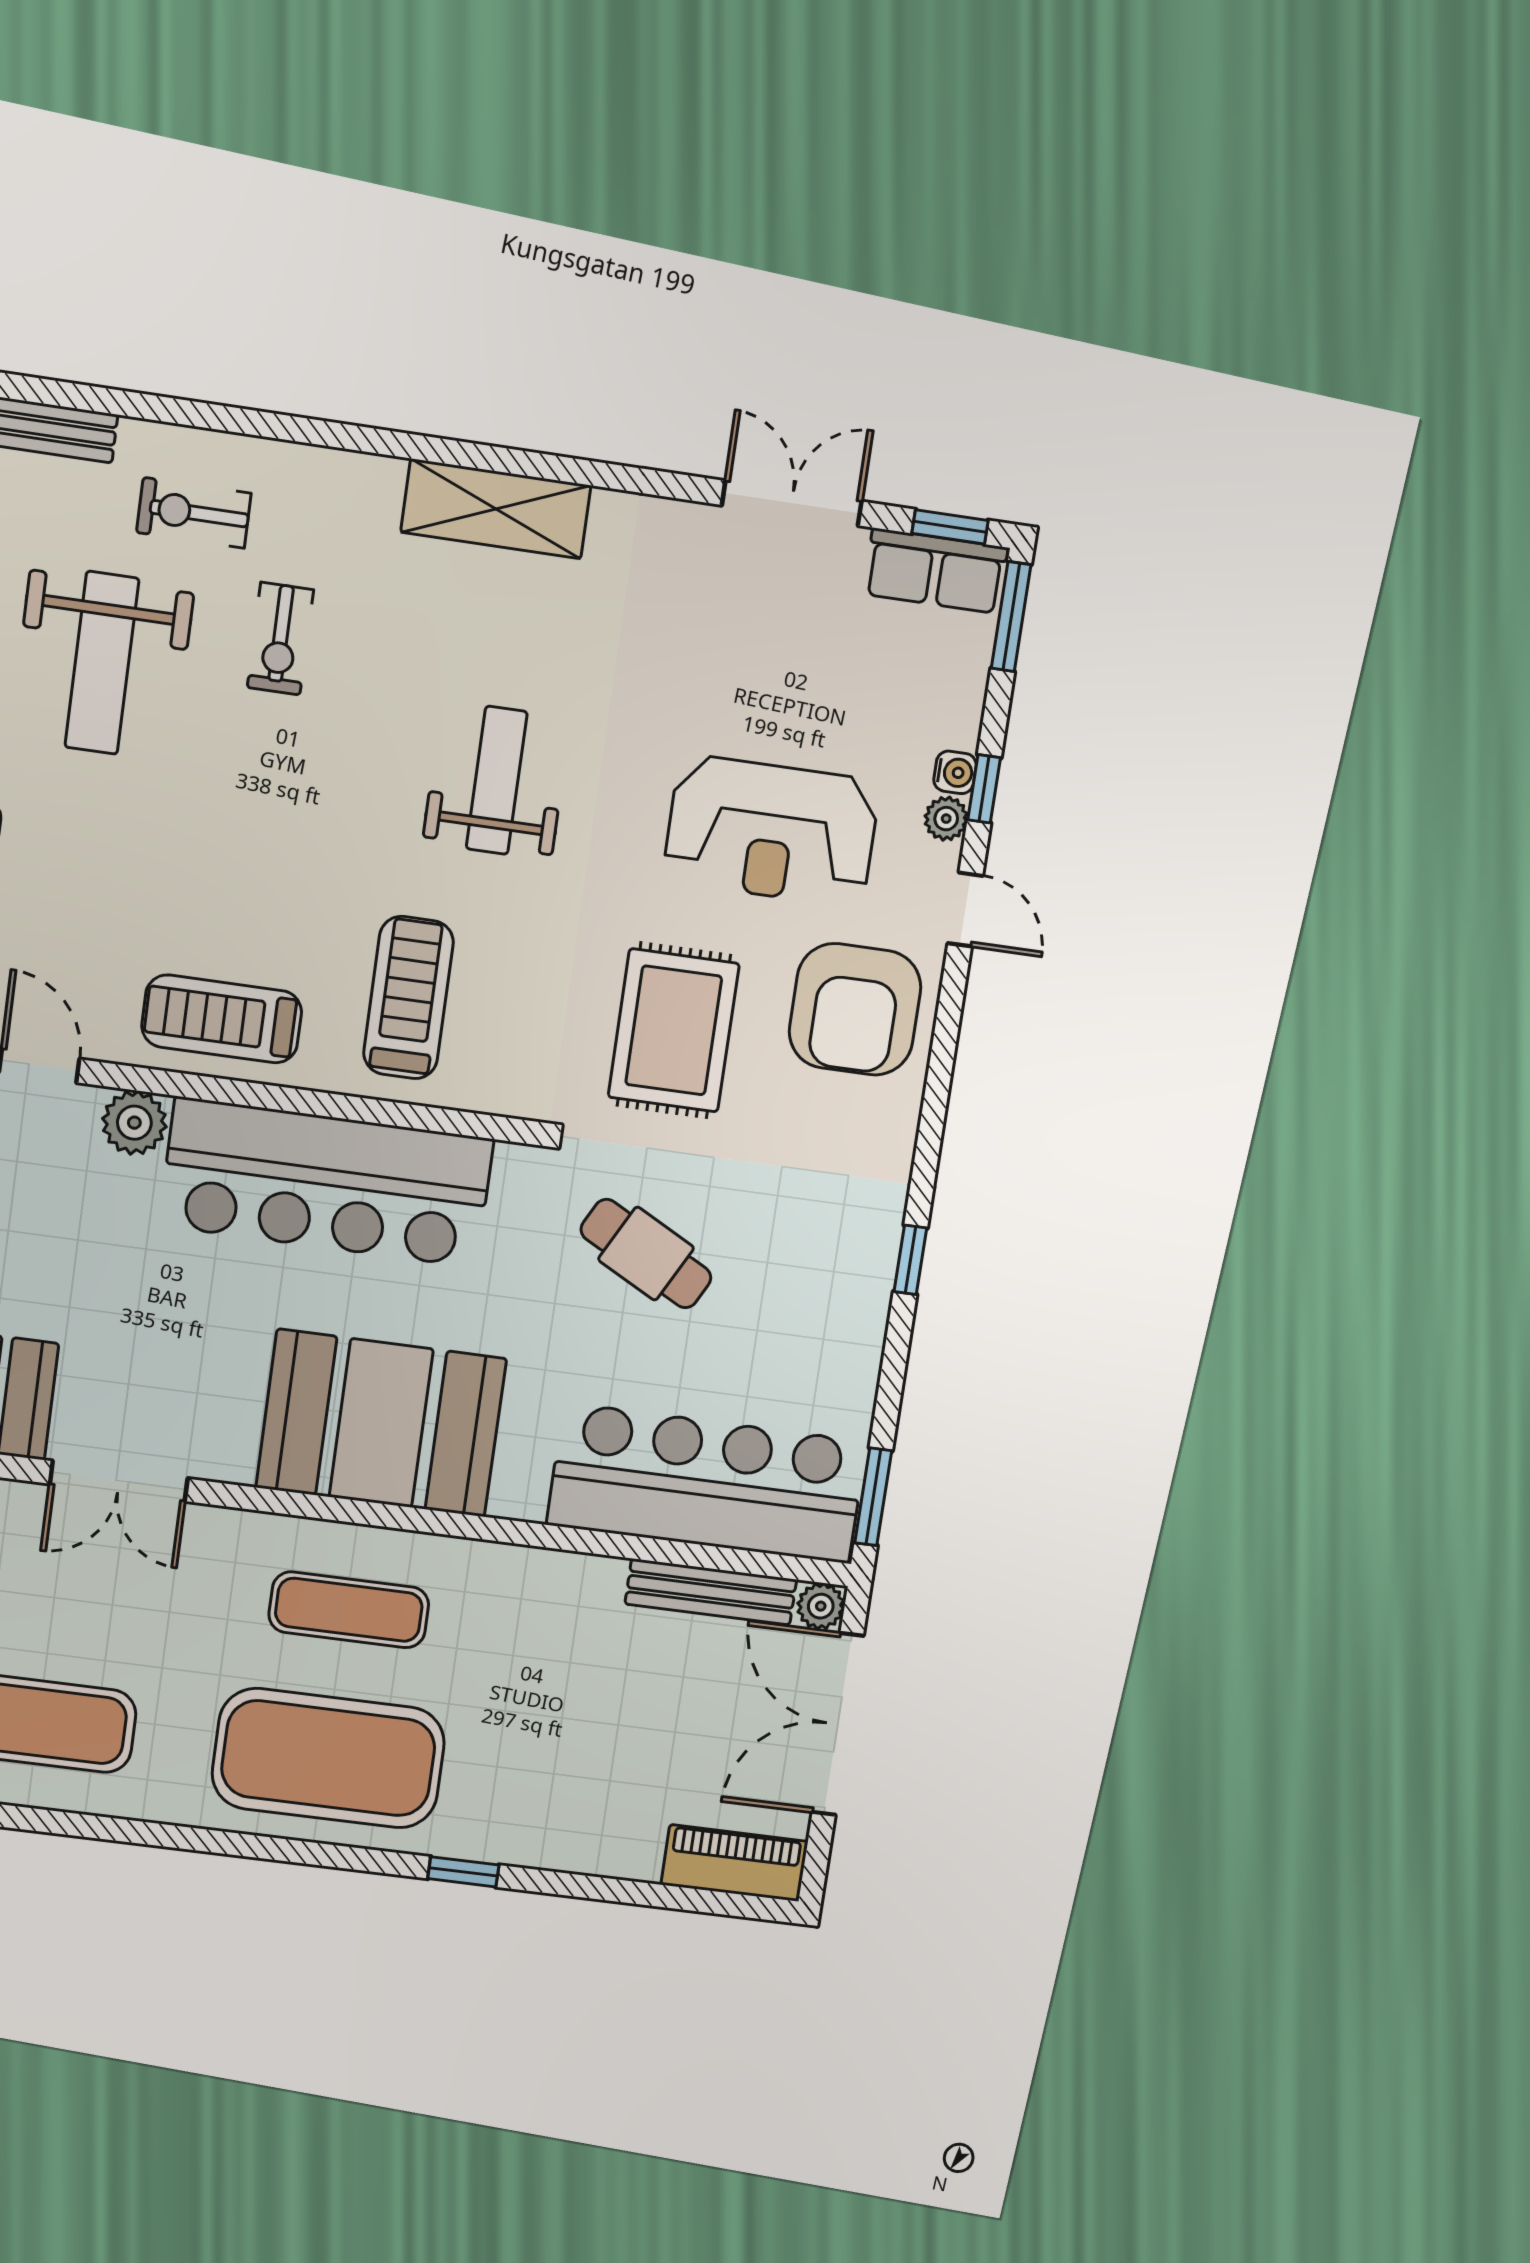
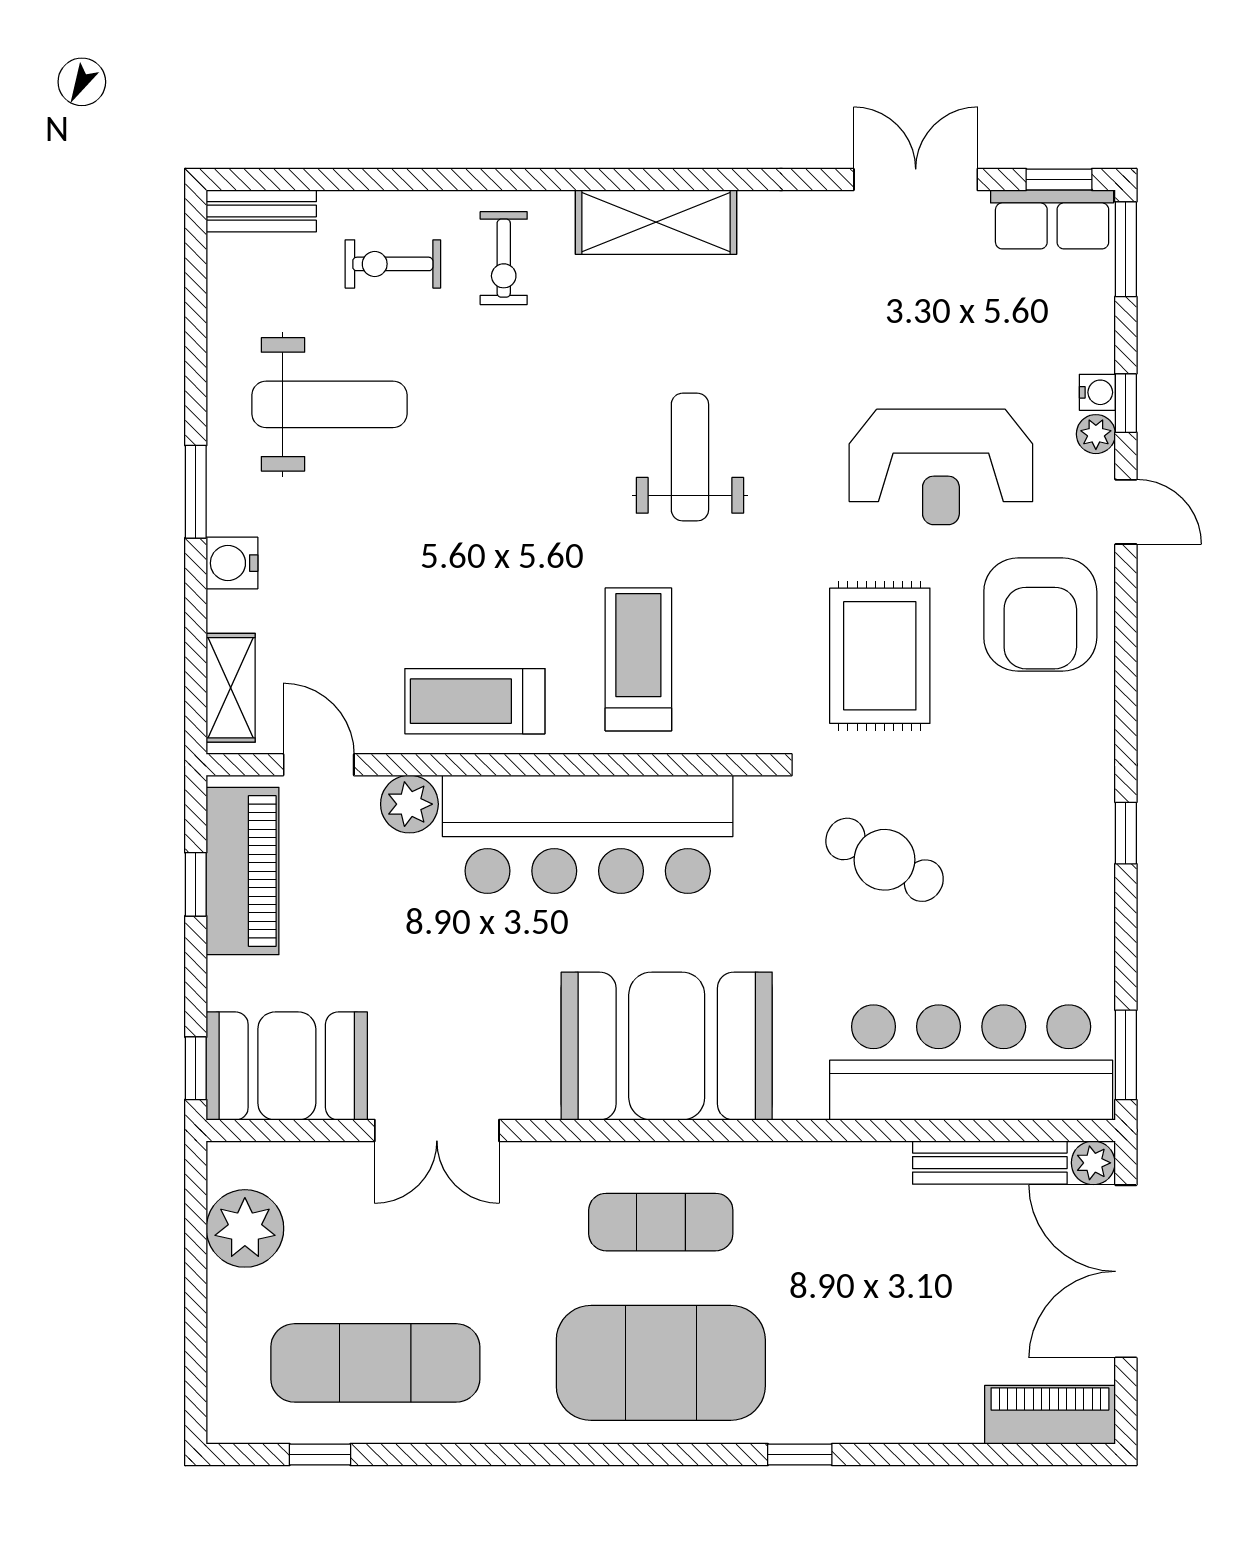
exercise bike: (280, 639) -> (504, 258), moved
weight bench: (102, 663) -> (329, 404), turned -90

